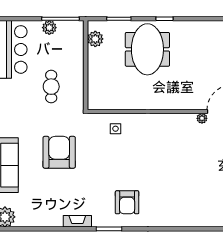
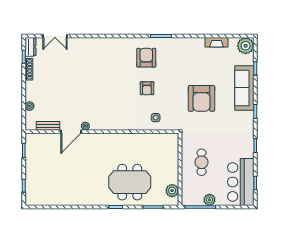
meeting table: (147, 49) -> (130, 182), turned 90
cafe table: (51, 87) -> (202, 162), moved
armchair: (126, 165) -> (147, 88), added
fireplace: (77, 221) -> (217, 42), moved

